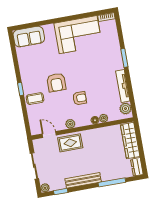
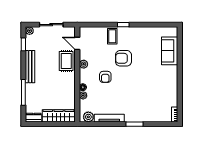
corner sofa: (78, 35) -> (163, 86), removed
sofa: (29, 37) -> (170, 51), moved
door: (49, 134) -> (77, 43), swing flipped

